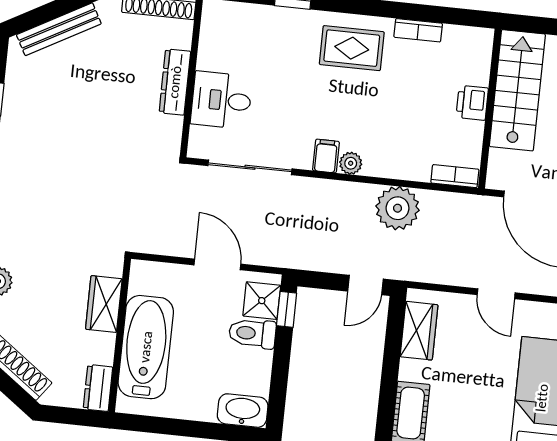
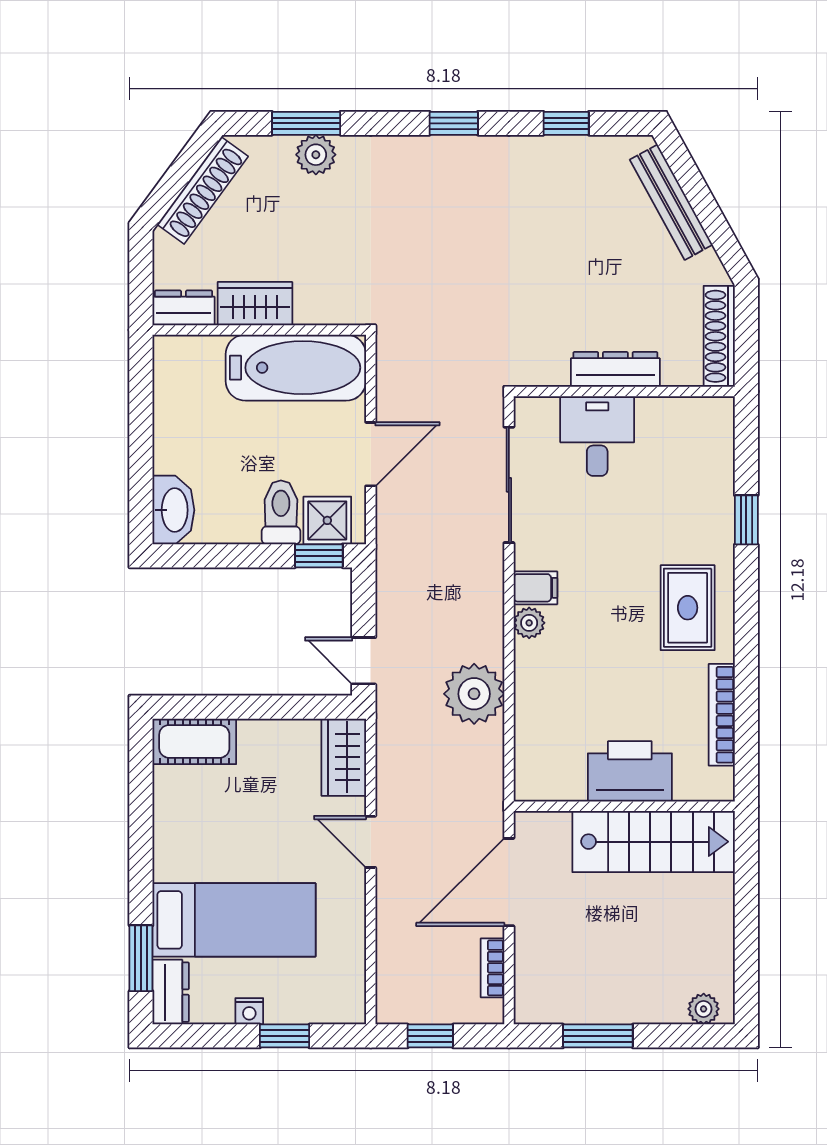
bookcase: (418, 30) -> (722, 715), width x1.56
printer: (472, 103) -> (630, 771), width x1.87, depth x1.48
bookcase: (455, 176) -> (526, 768), removed
door: (496, 294) -> (371, 842), hinge flipped
wardrobe: (104, 304) -> (255, 304), moved
wardrobe: (419, 331) -> (344, 757), moved, turned 90
bathtub: (146, 347) -> (296, 368), moved

